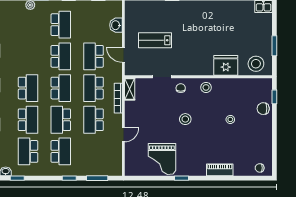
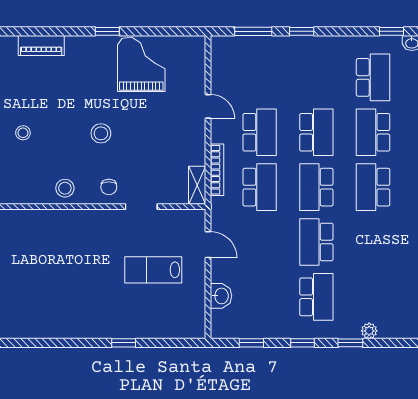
school desk: (61, 25) -> (316, 297), turned 180
lab bench: (155, 40) -> (153, 270), turned 180
school desk: (94, 56) -> (260, 242), removed
fridge: (226, 65) -> (31, 226), removed
door: (123, 135) -> (208, 106), swing flipped
school desk: (61, 151) -> (316, 77), removed

